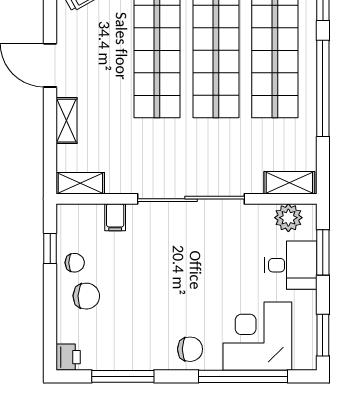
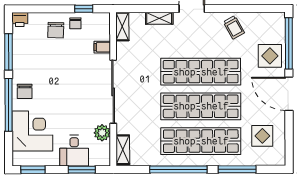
plant: (288, 218) -> (102, 133), moved
window: (243, 376) -> (9, 105), moved

